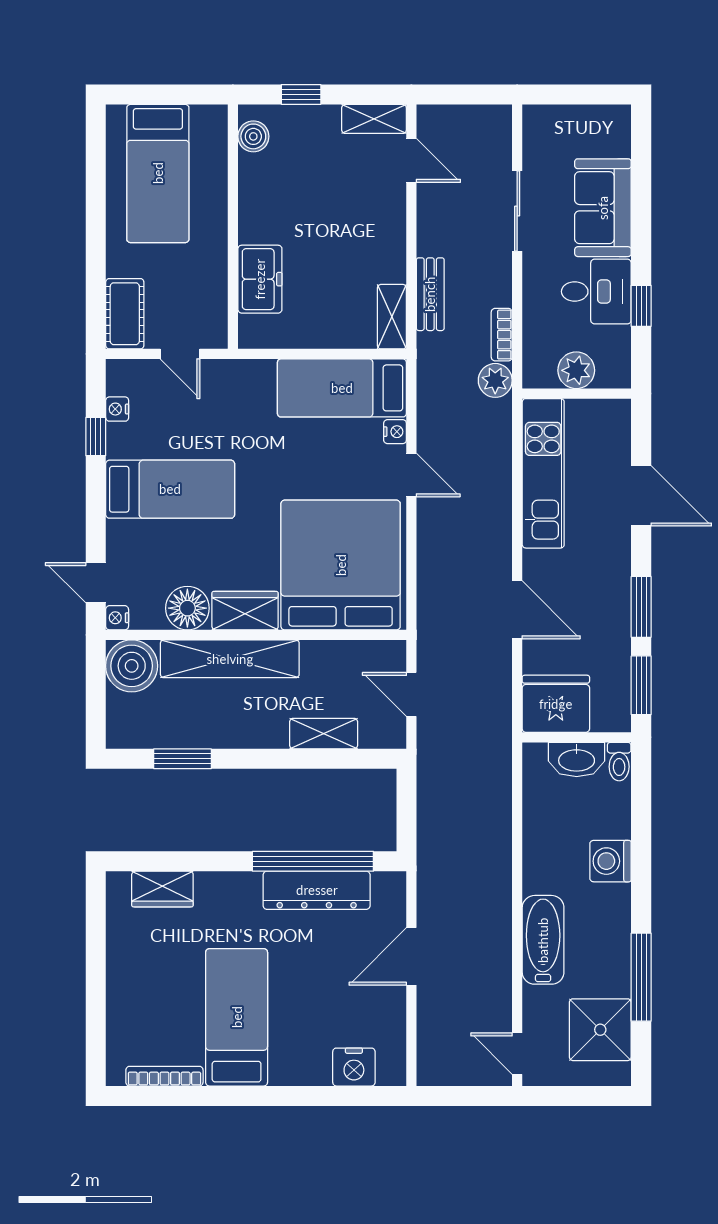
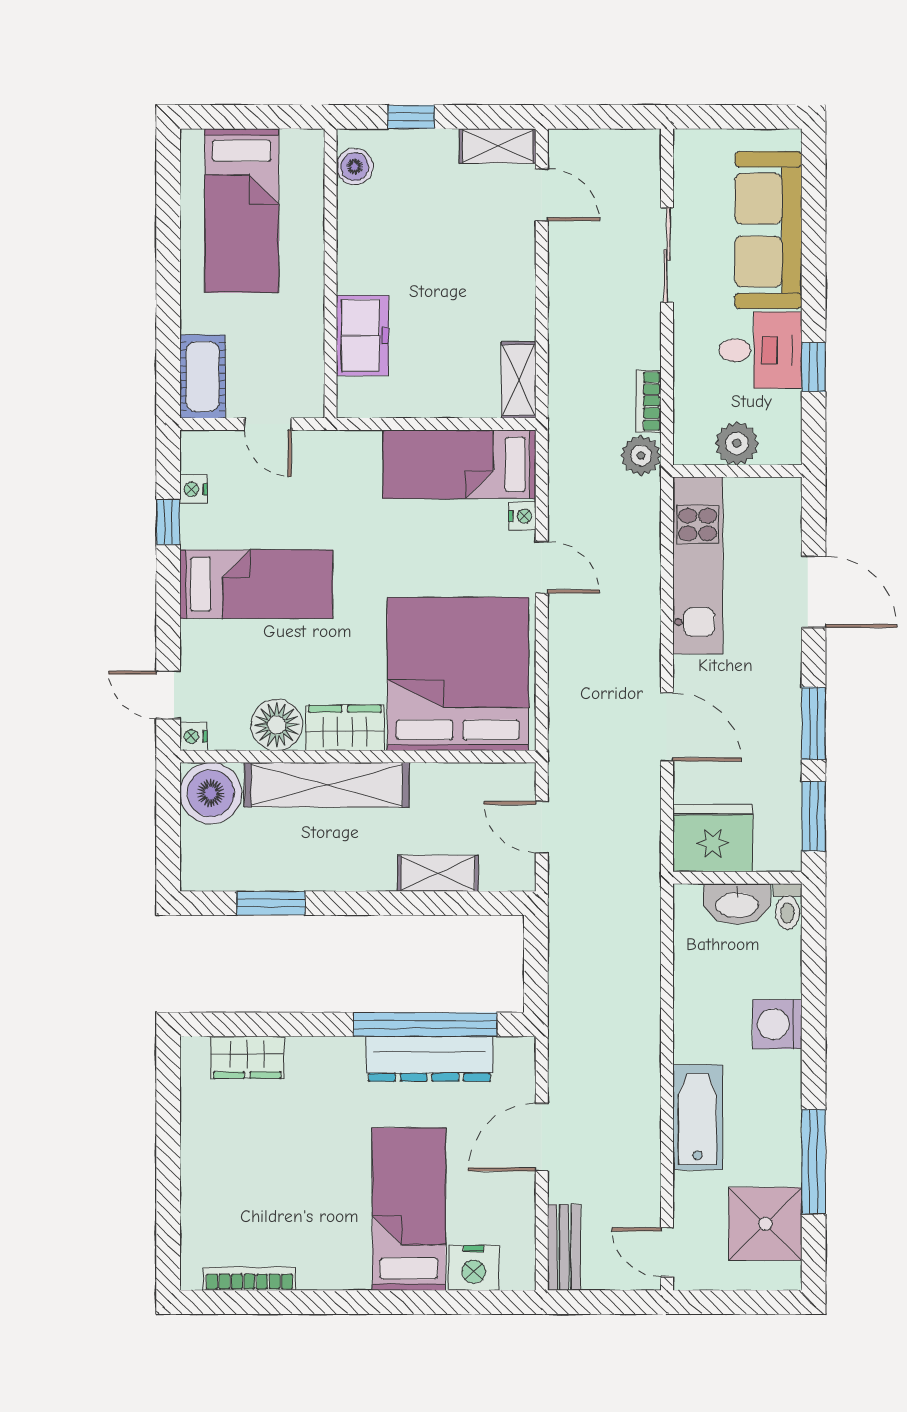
sofa: (603, 208) -> (768, 230), width x1.36
bench: (430, 294) -> (564, 1247), moved
bed: (237, 1017) -> (409, 1209), moved

